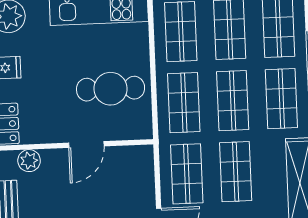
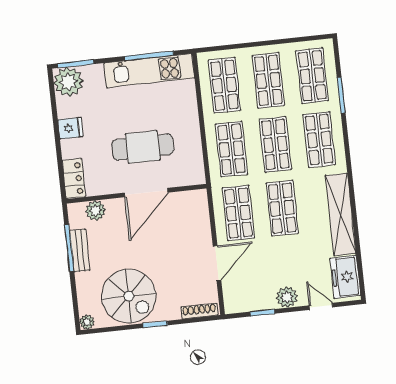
cafe table: (111, 89) -> (143, 147), moved
door: (86, 144) -> (146, 193), width x1.36

